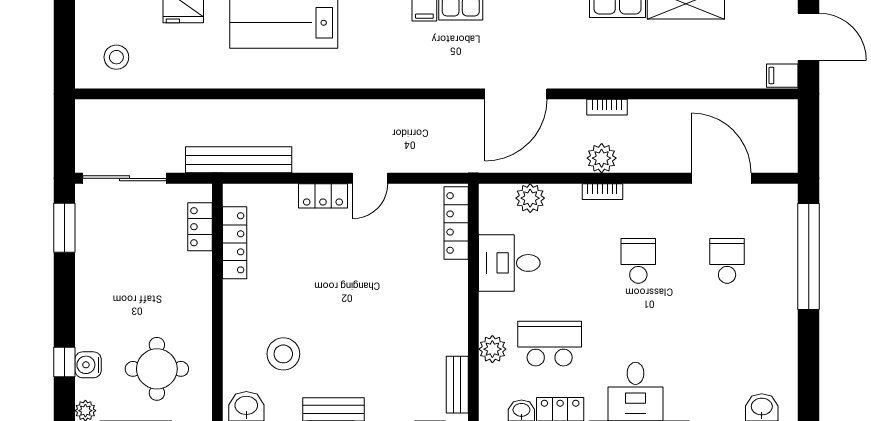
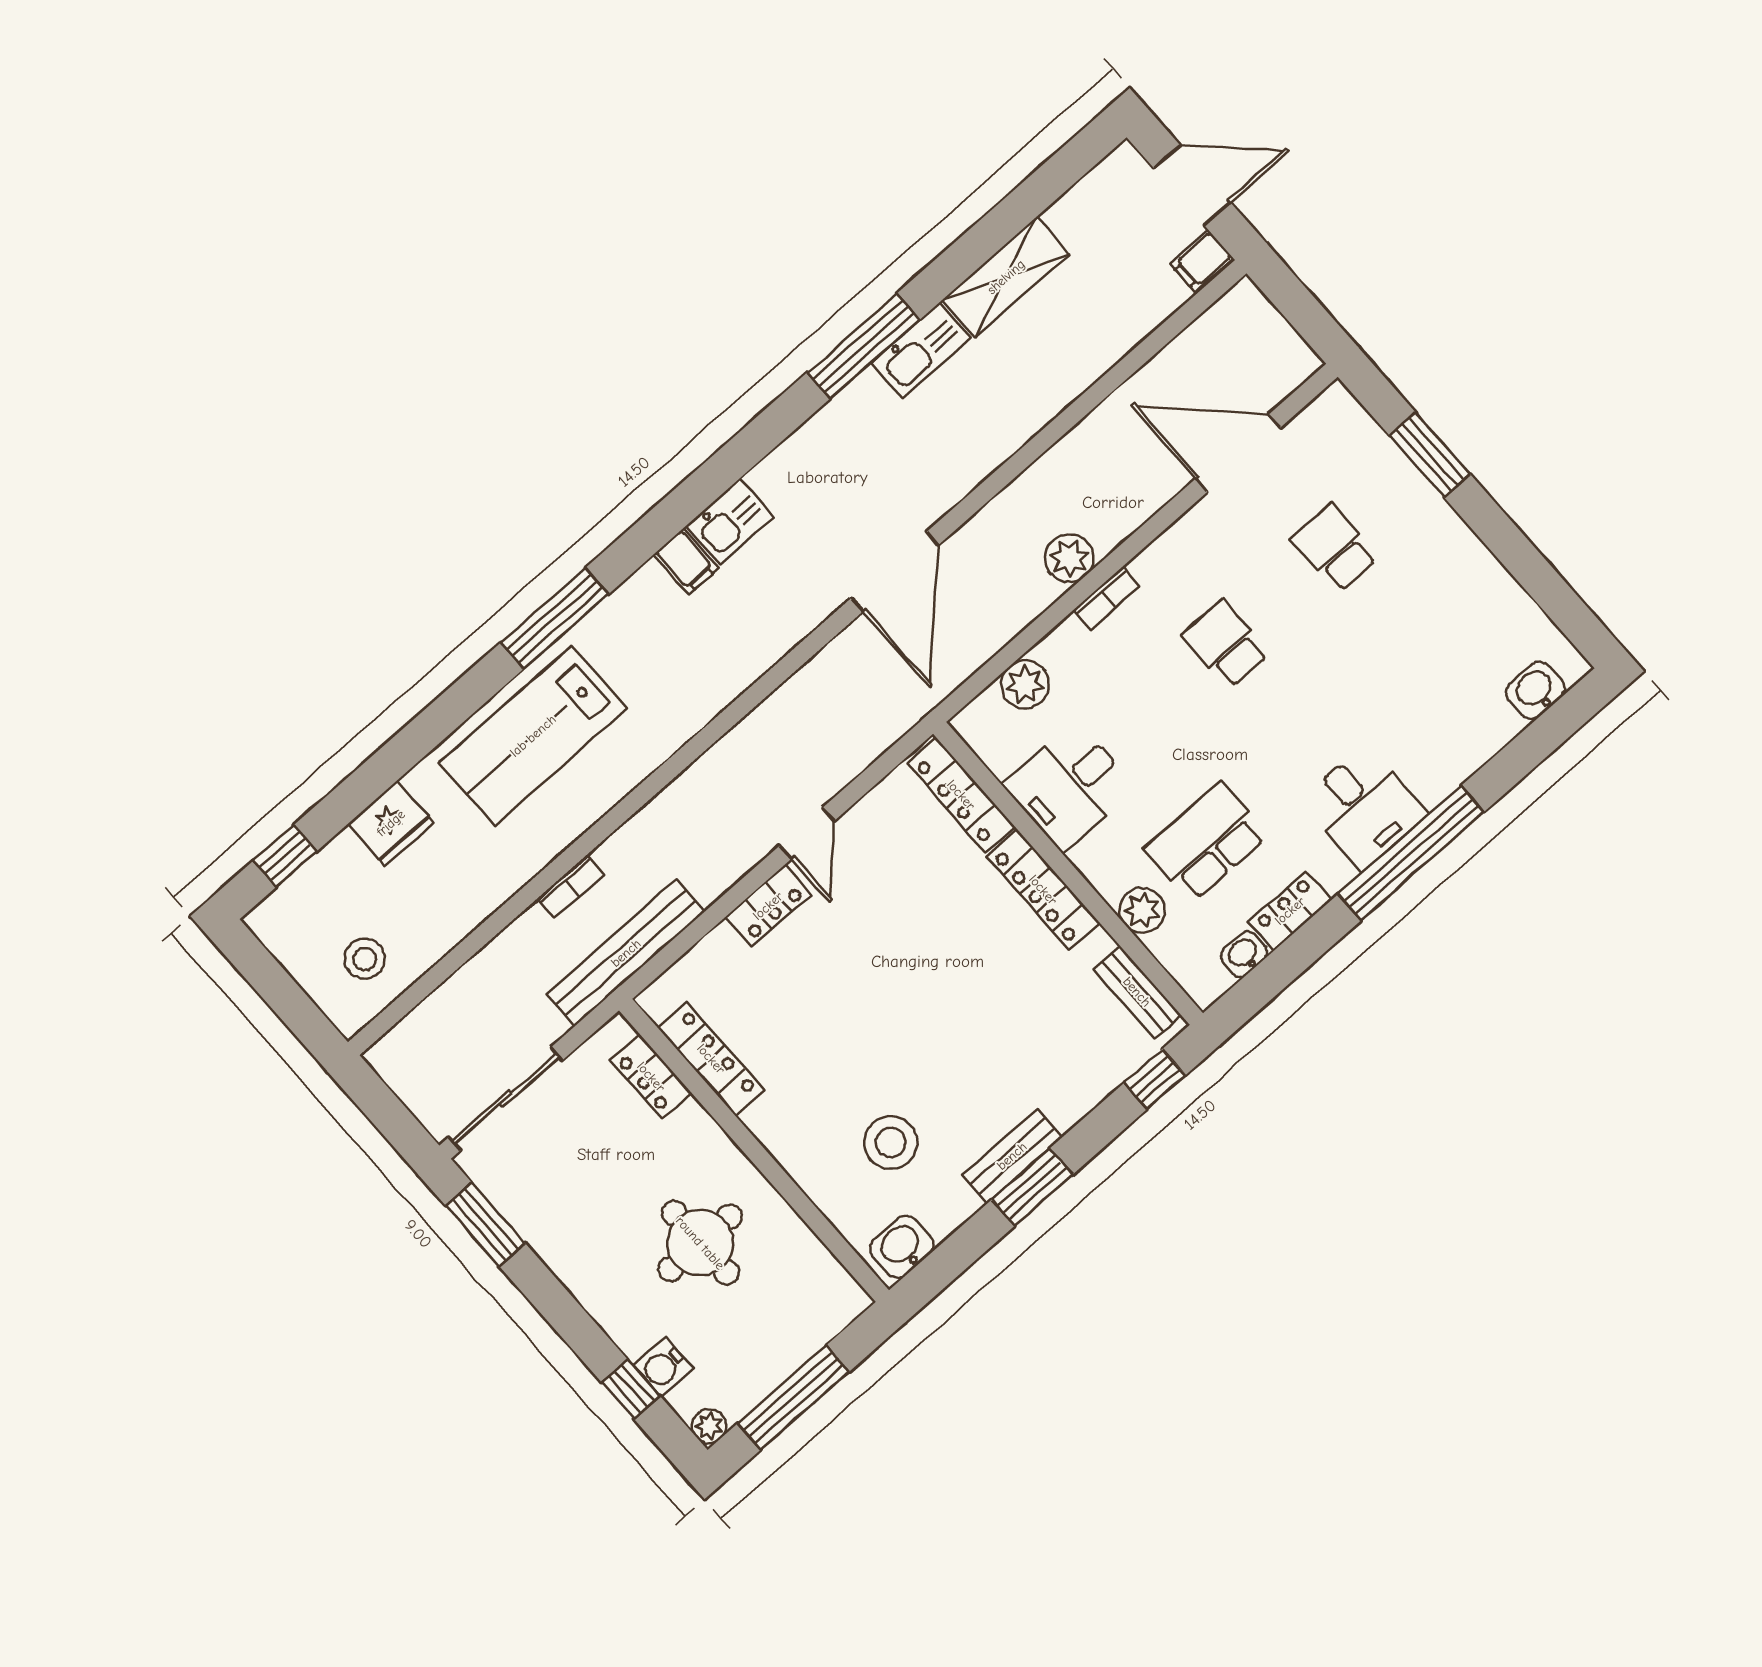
bookcase: (607, 107) -> (570, 887), moved
window: (809, 257) -> (1430, 455), width x0.47
locker: (455, 300) -> (1043, 890), added
round table: (157, 369) -> (700, 1243), moved

